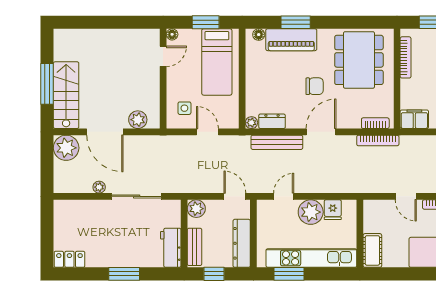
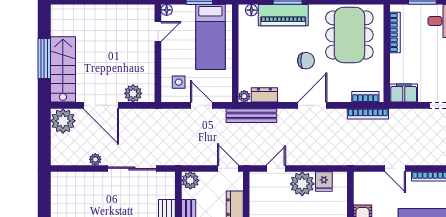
bench: (277, 142) -> (251, 116), moved

